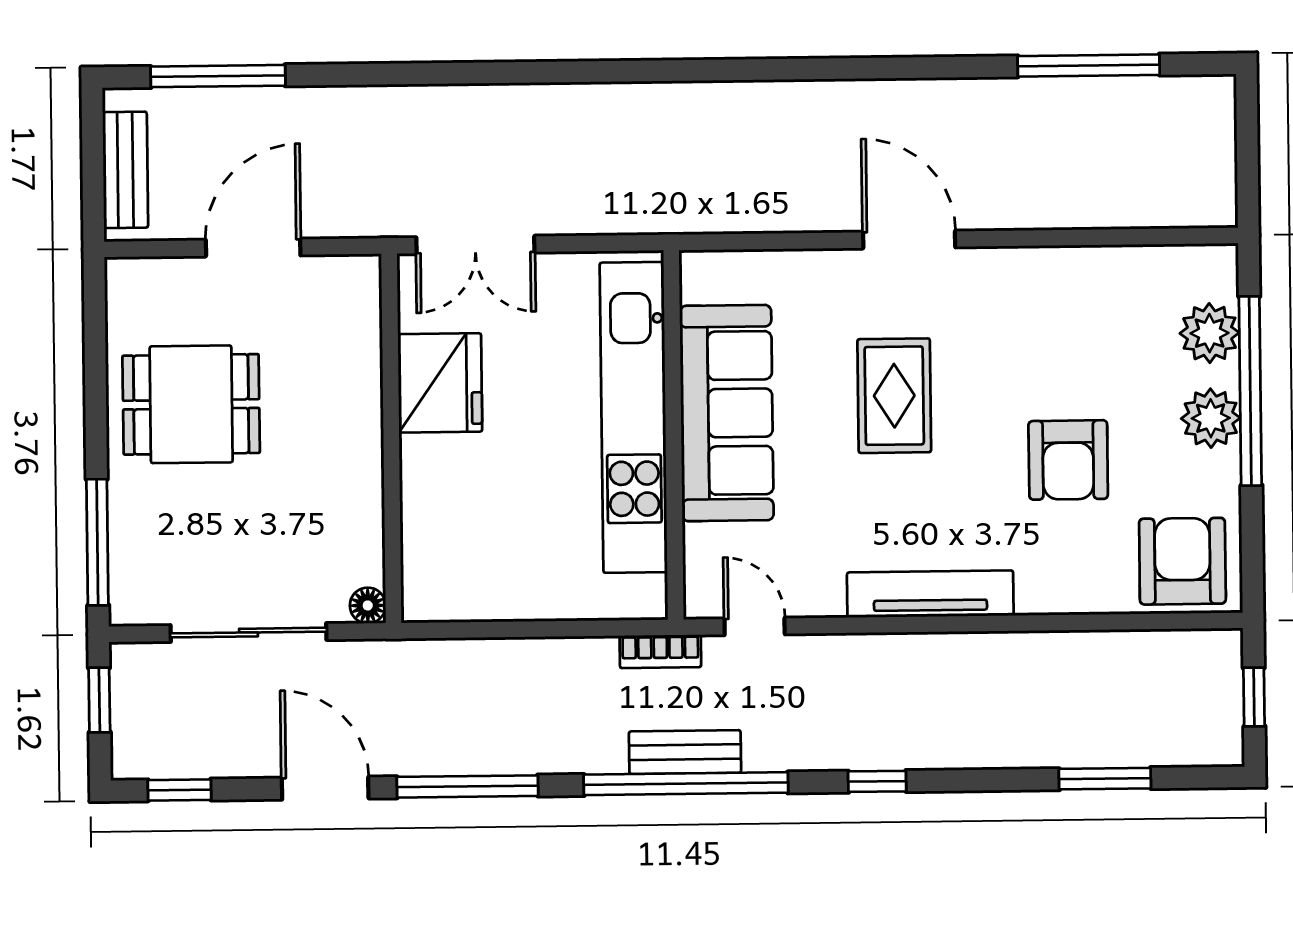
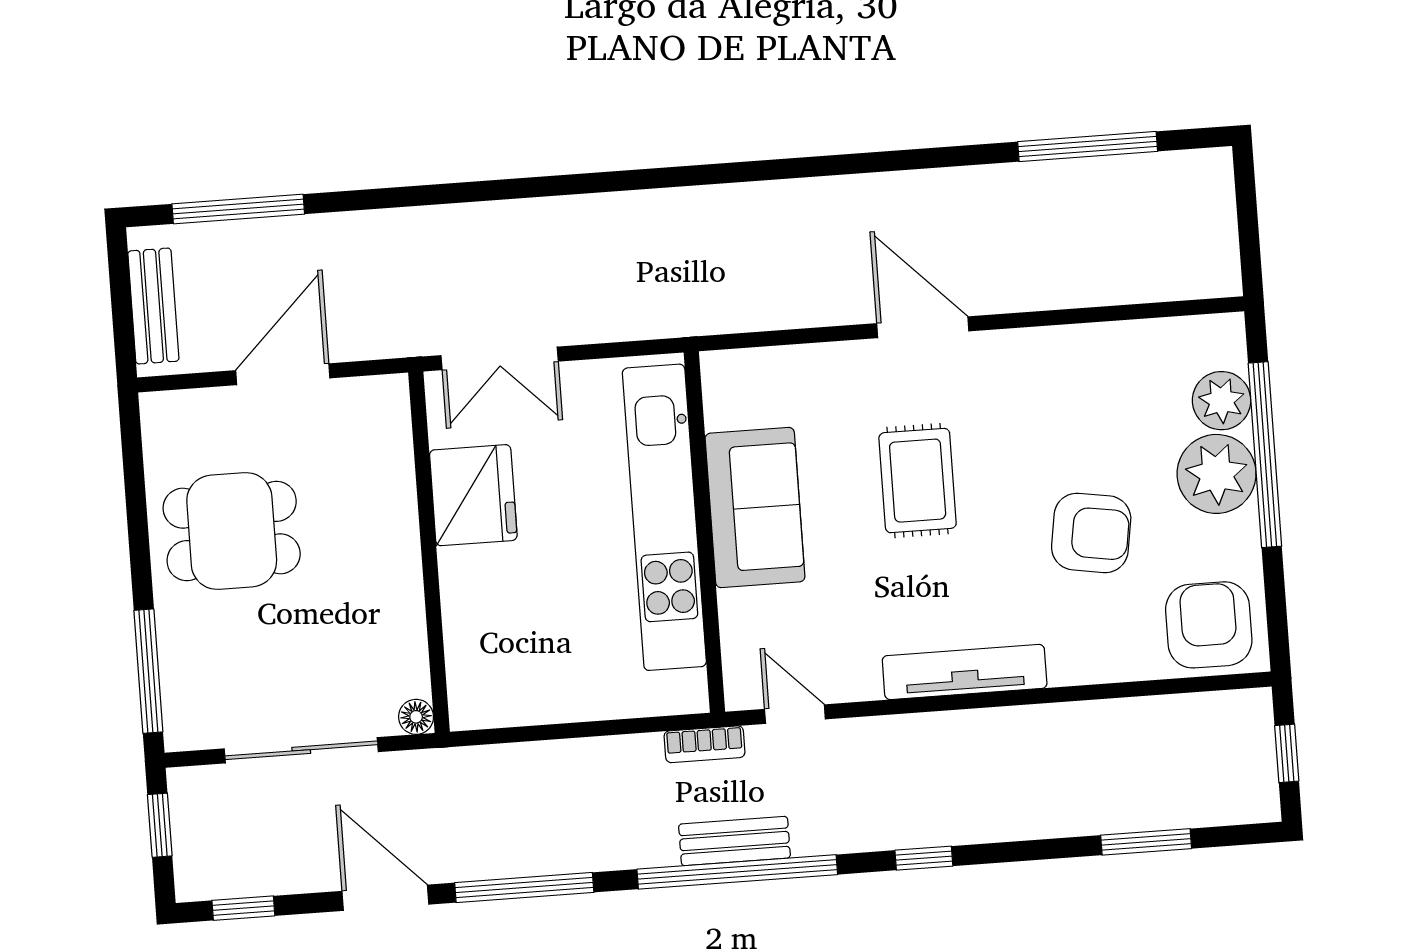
sofa: (727, 413) -> (755, 508), width x0.73
plant: (1211, 418) -> (1217, 474), width x1.36, depth x1.36
armchair: (1068, 460) -> (1091, 533), turned -81

